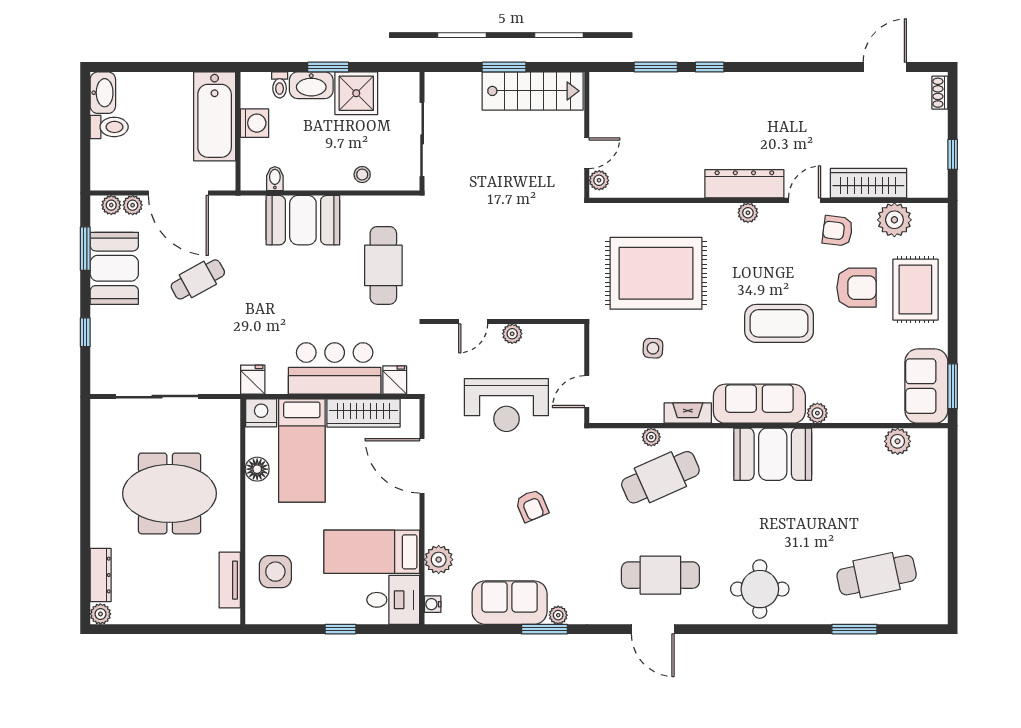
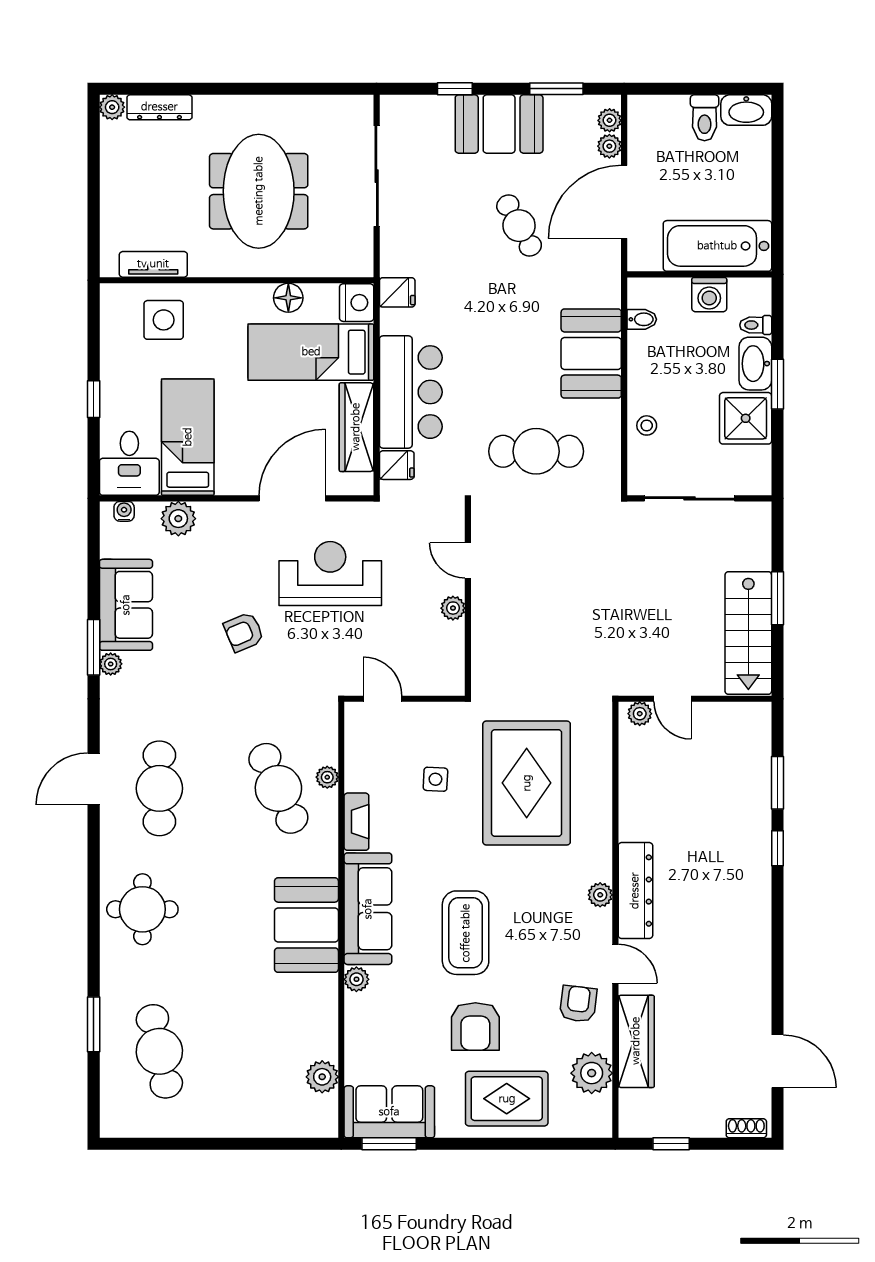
booth: (114, 268) -> (499, 124), moved
armchair: (856, 288) -> (475, 1026), moved
reception desk: (506, 405) -> (330, 573), moved, turned 90

